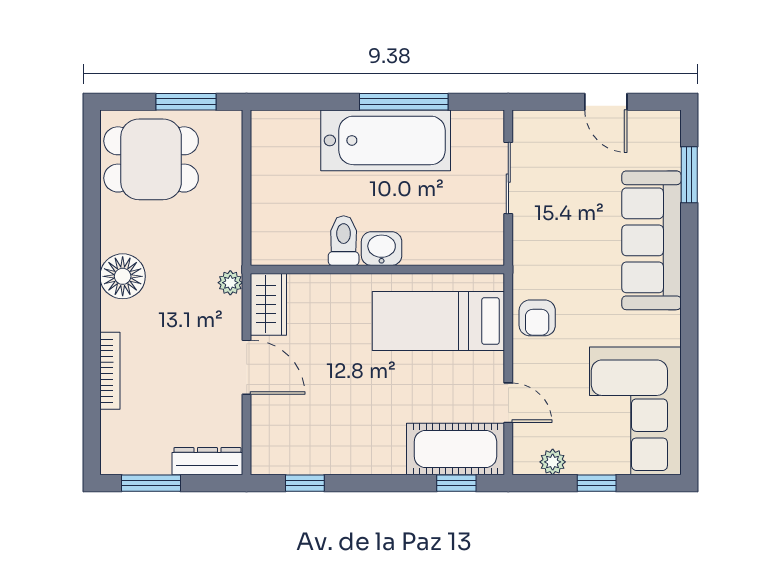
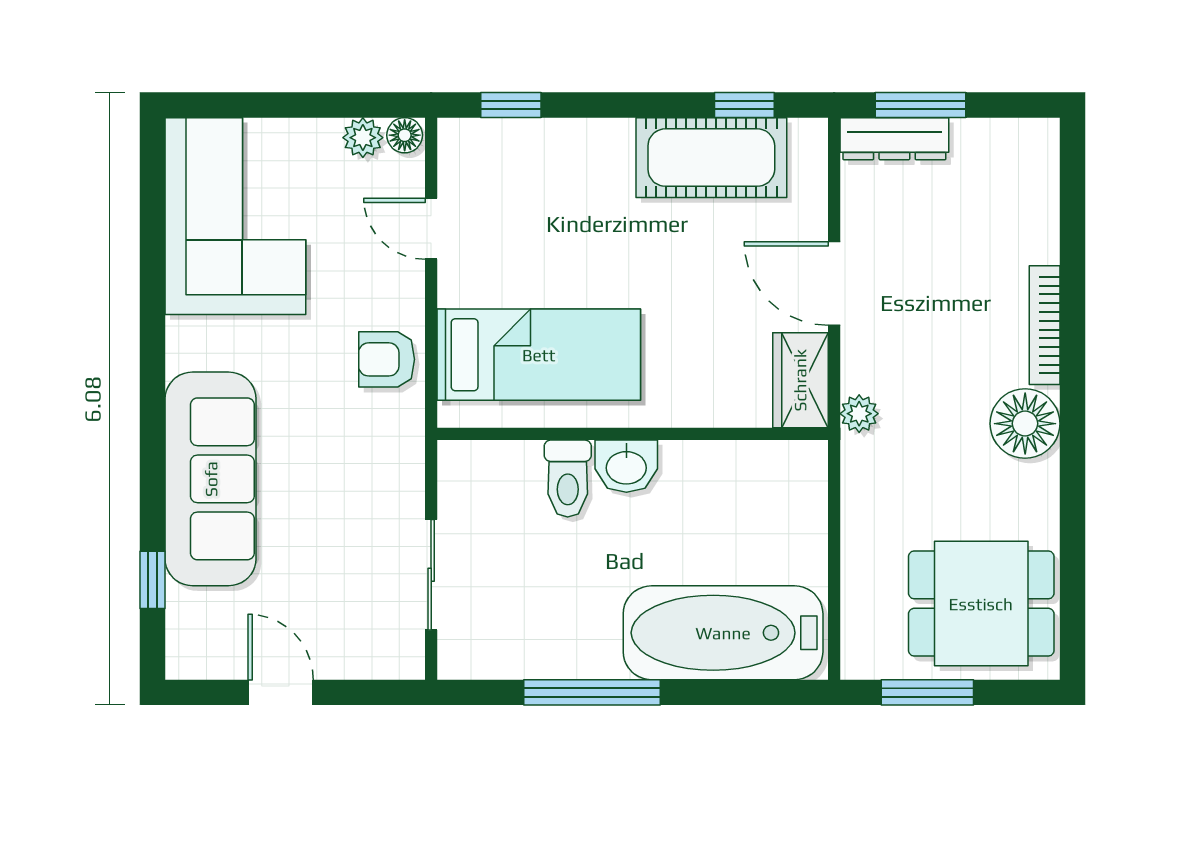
bathtub: (386, 140) -> (723, 633), moved
window: (689, 175) -> (152, 580), width x0.67
toilet: (344, 241) -> (568, 479), moved
armchair: (537, 318) -> (387, 359), turned -90
bookcase: (110, 371) -> (1045, 325), moved
cot: (455, 449) -> (711, 158), moved
floor lamp: (525, 463) -> (405, 135), added
window: (151, 483) -> (920, 105), moved
window: (597, 483) -> (295, 105), removed

